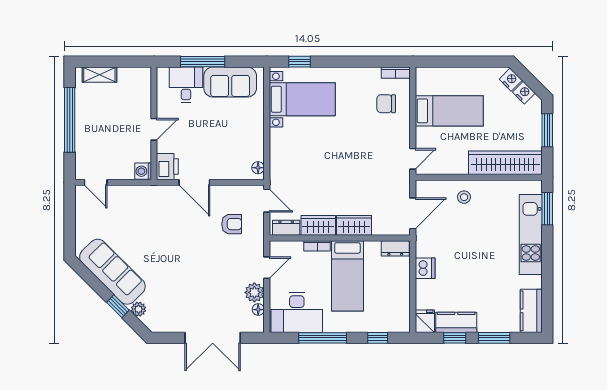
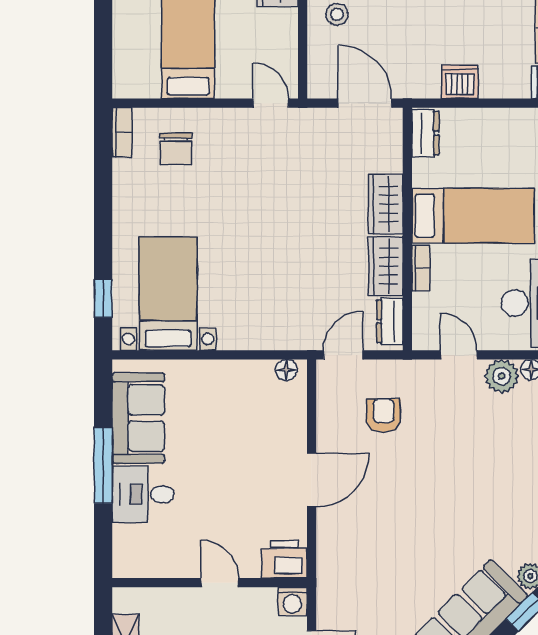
wall: (154, 123) -> (210, 583), moved
door: (154, 129) -> (220, 583), moved
printer: (167, 167) -> (284, 559), moved
washing machine: (143, 171) -> (292, 601), moved

